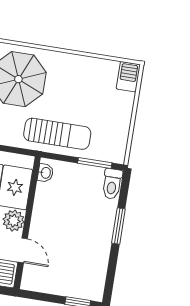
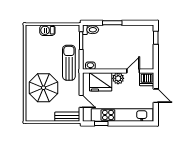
barbecue: (128, 77) -> (47, 30), moved

